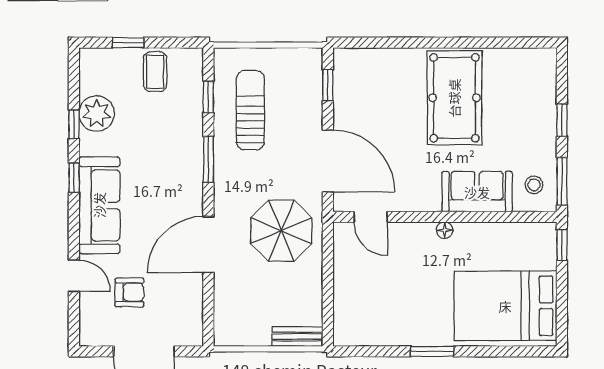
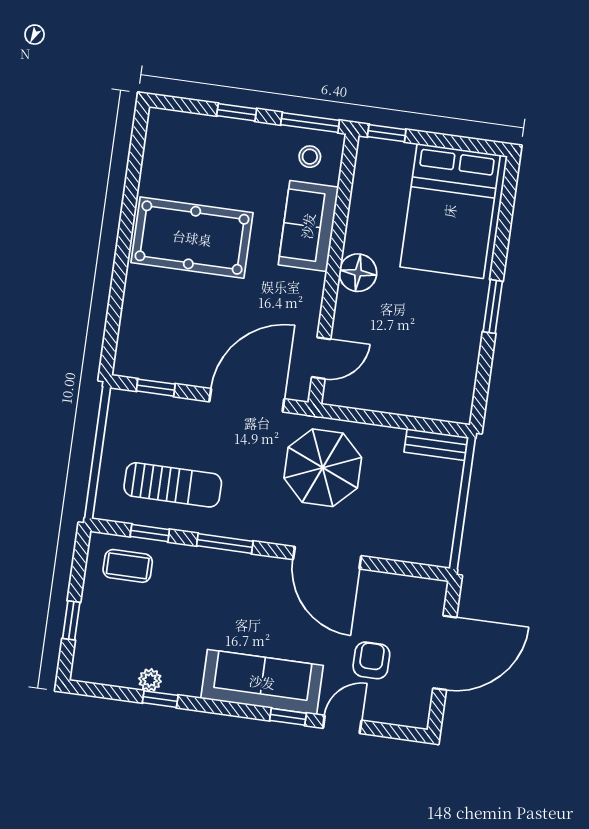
coffee table: (155, 72) -> (128, 566), moved
sun lounger: (250, 110) -> (173, 485), turned 180
plant: (97, 114) -> (150, 680), width x0.53, depth x0.53
window: (74, 178) -> (288, 717), moved
floor lamp: (445, 230) -> (358, 273), width x1.89, depth x1.89
bench: (297, 337) -> (436, 445), moved, turned 90

